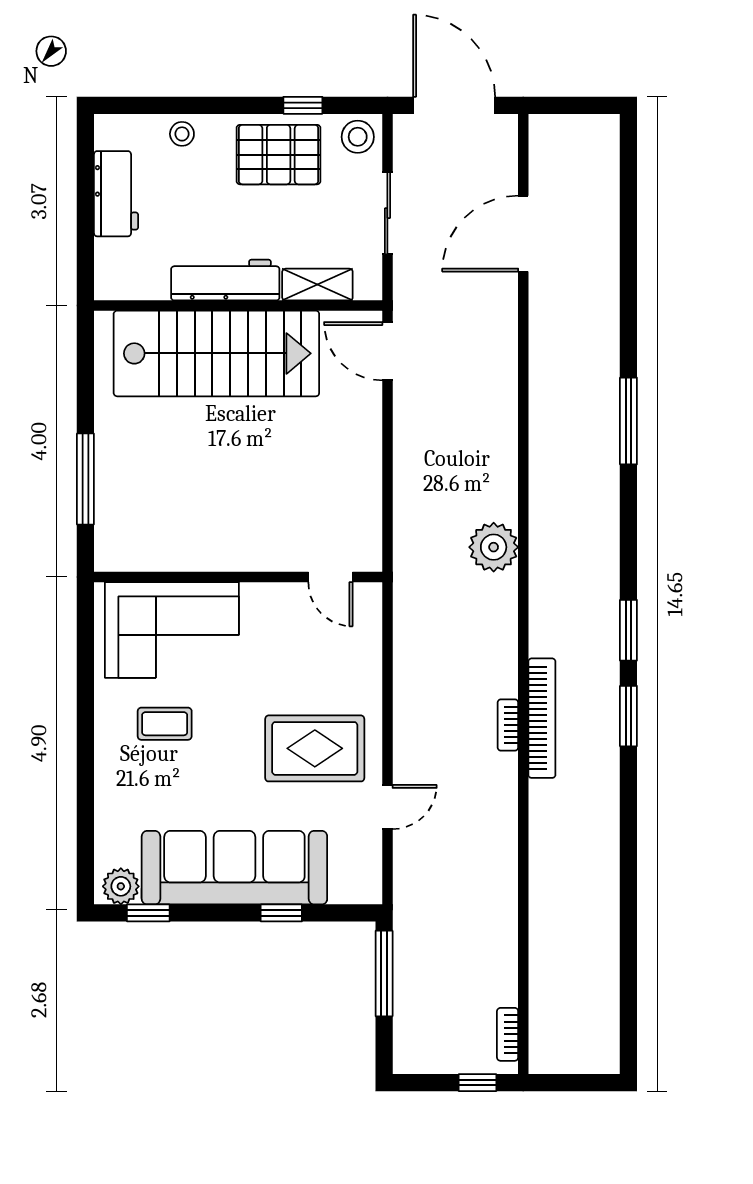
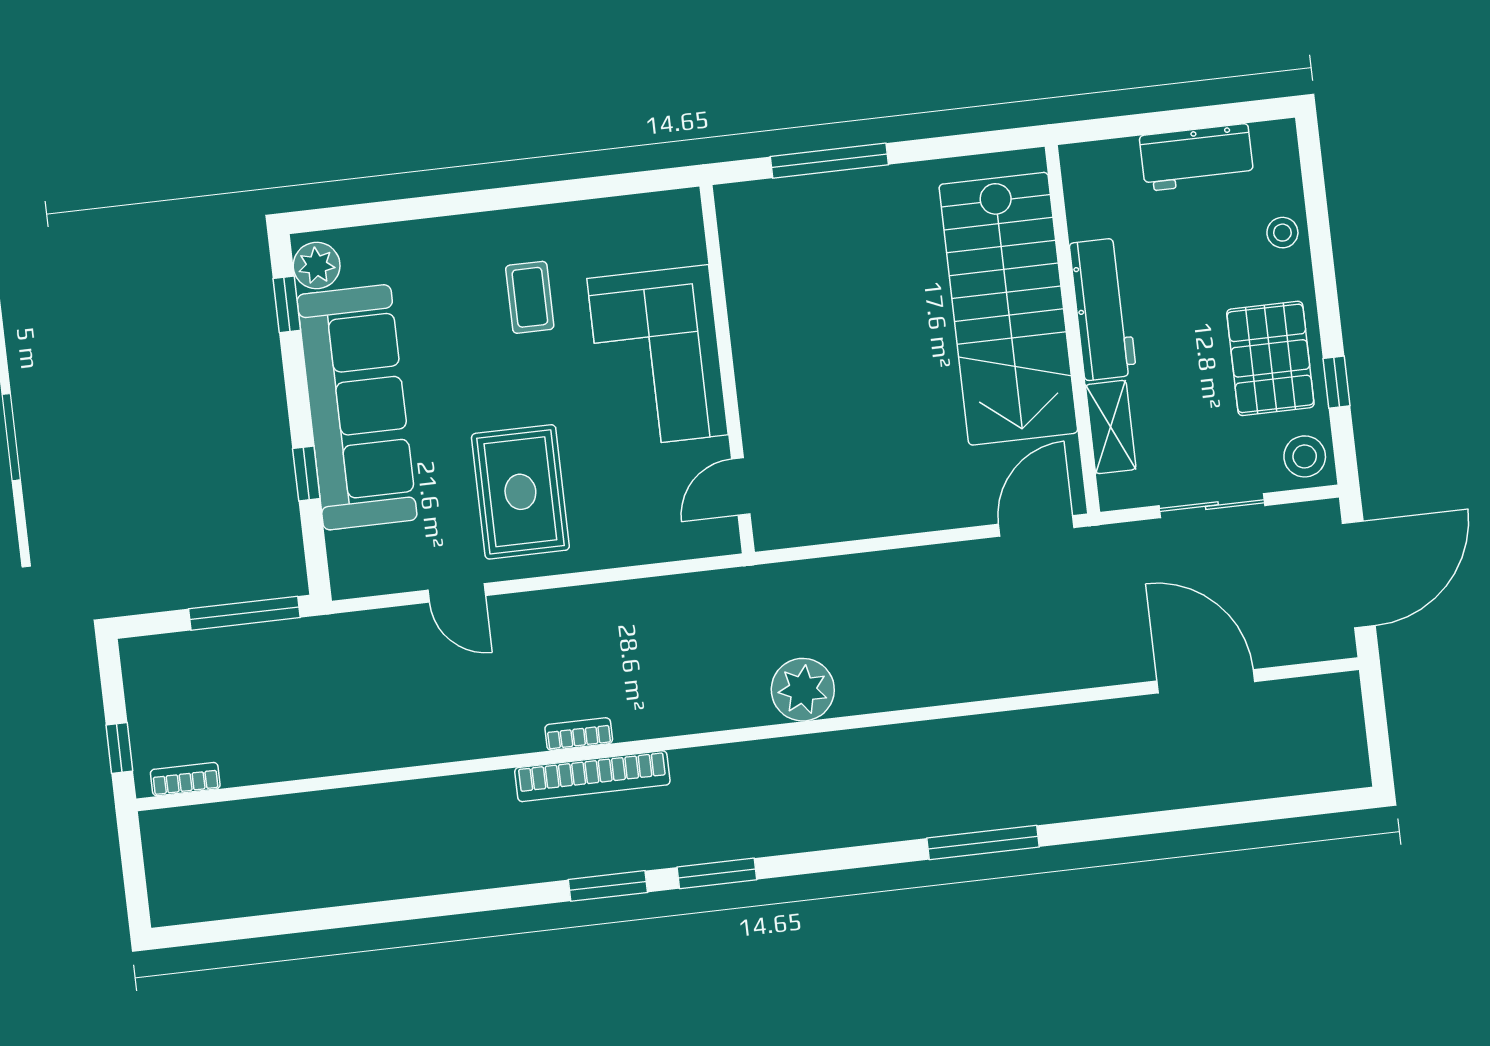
corner sofa: (172, 630) -> (658, 357), moved

